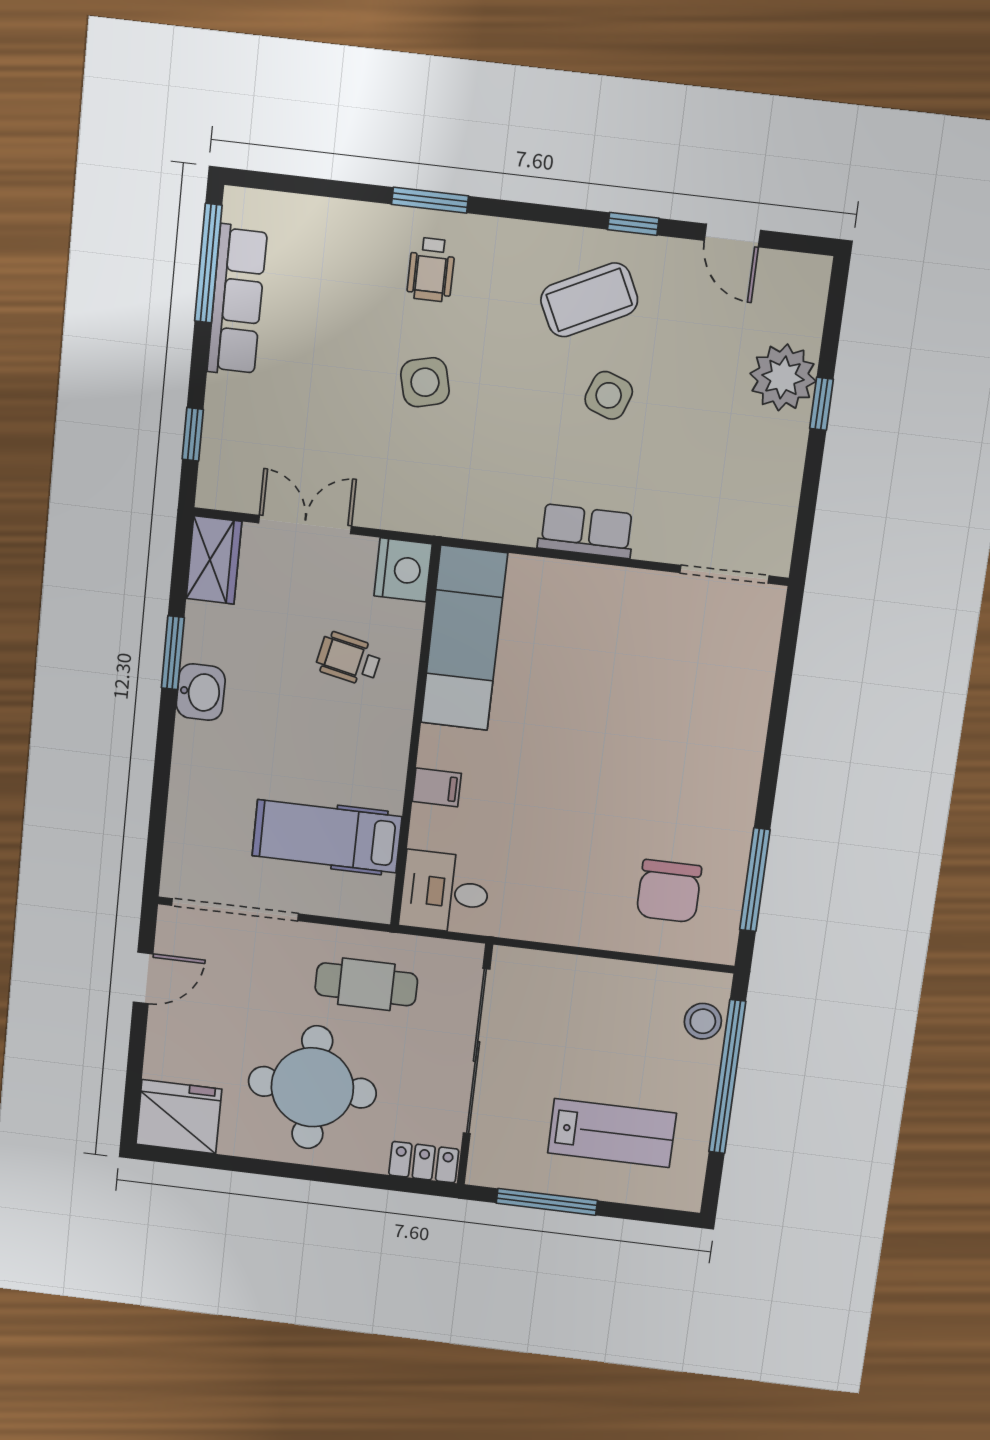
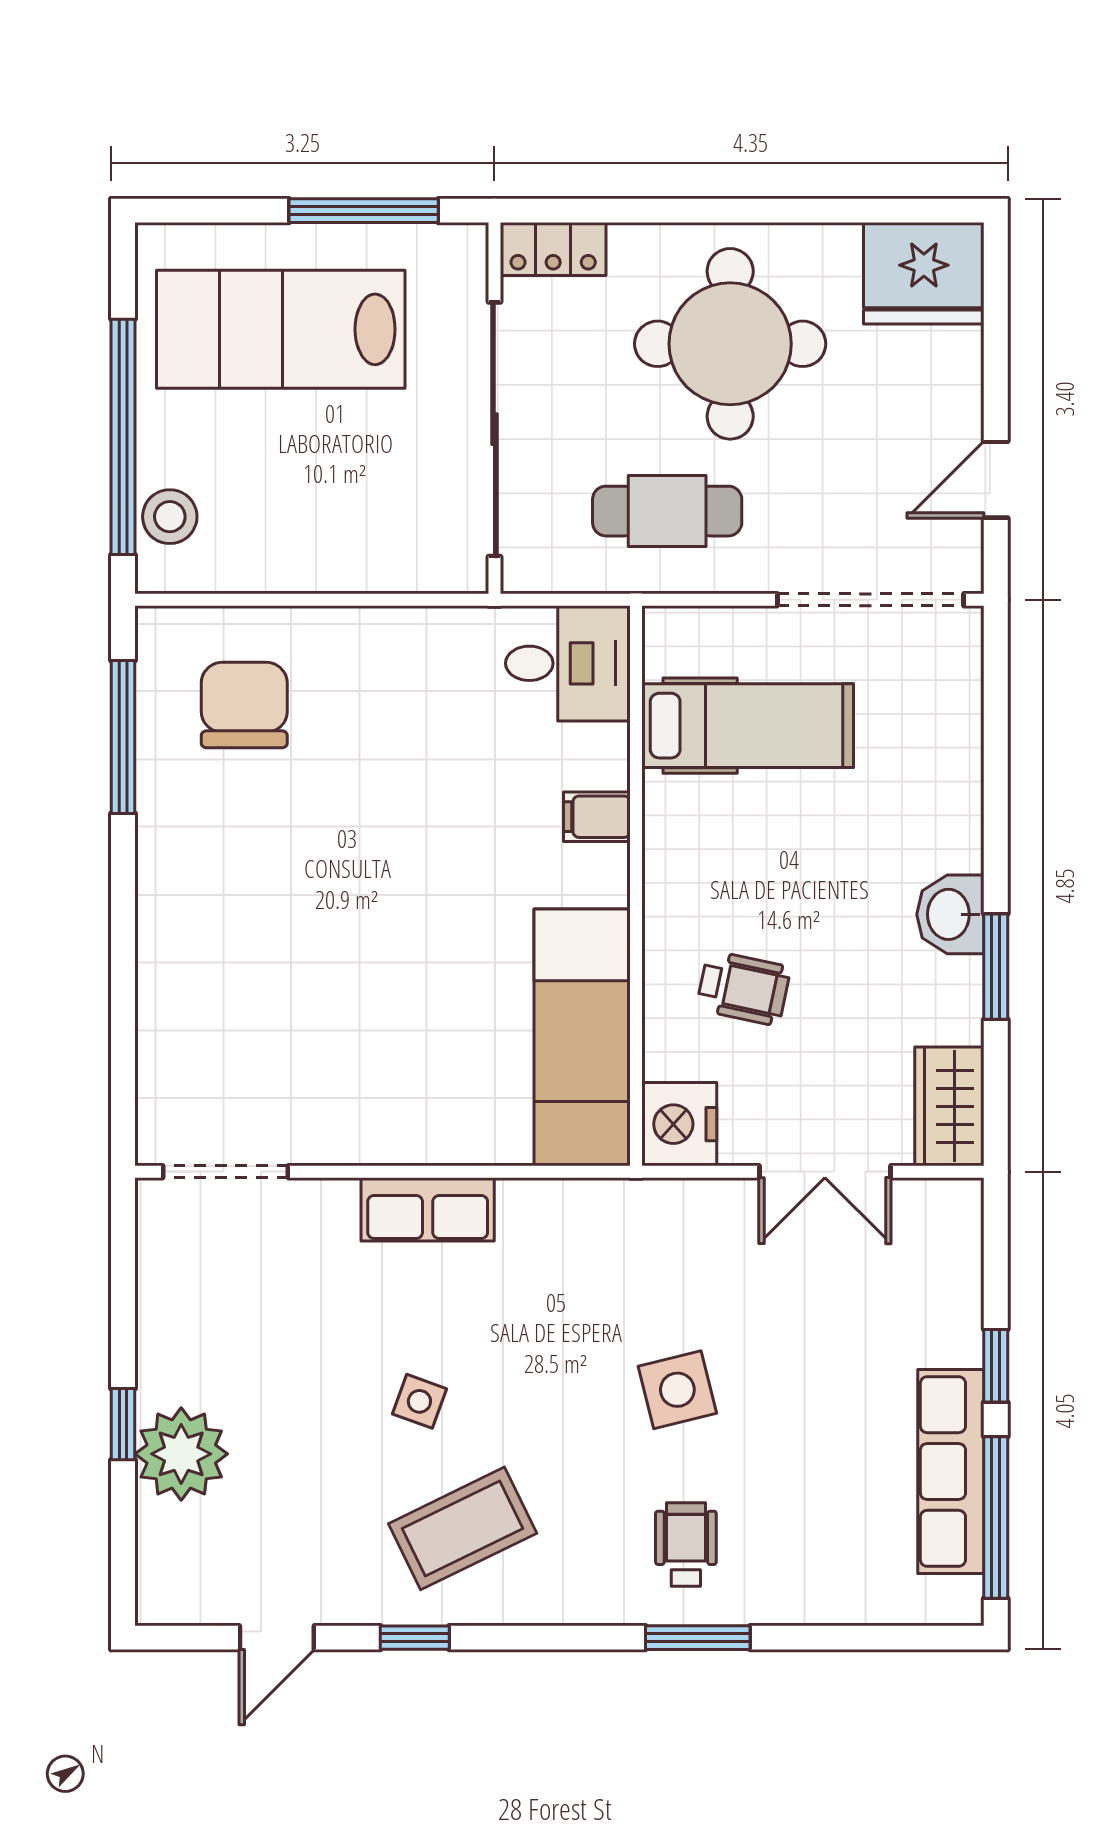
door: (732, 235) -> (277, 1638), swing flipped
side table: (609, 395) -> (419, 1401), width x0.73, depth x0.73
window: (193, 434) -> (996, 1366), moved
lab bench: (612, 1133) -> (281, 329), width x1.36, depth x1.39

